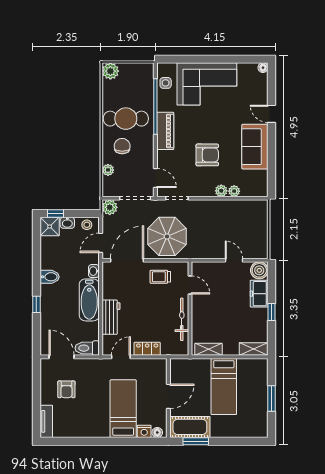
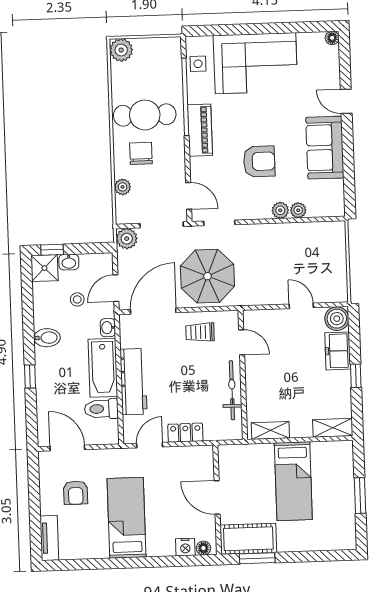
stool: (87, 225) -> (77, 299), moved
workbench: (111, 317) -> (134, 382), width x1.38
toilet: (87, 348) -> (101, 409), moved
door: (168, 396) -> (217, 497), swing flipped
bed: (123, 409) -> (127, 518), moved

